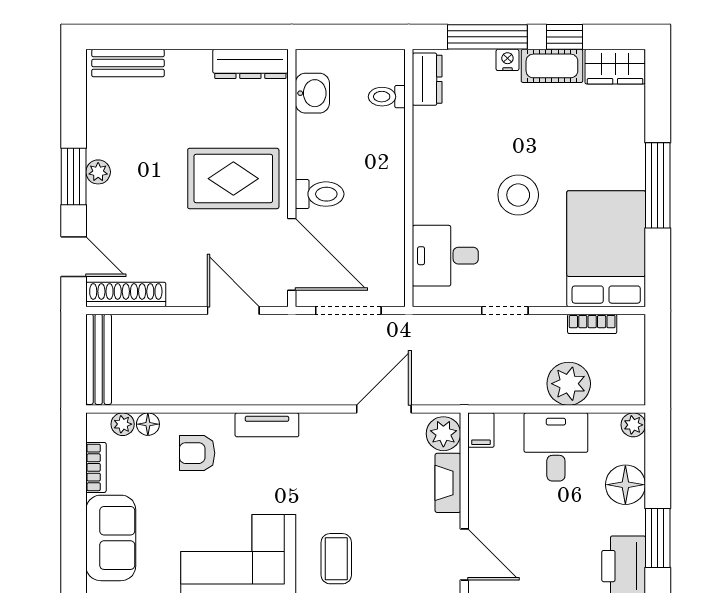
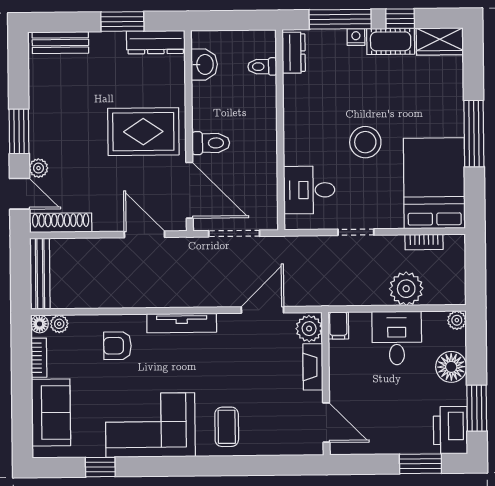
window: (208, 37) -> (122, 22), added
plant: (98, 172) -> (38, 168), moved
floor lamp: (148, 424) -> (39, 324), moved
tv unit: (267, 425) -> (182, 323), width x1.41

